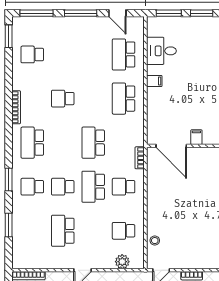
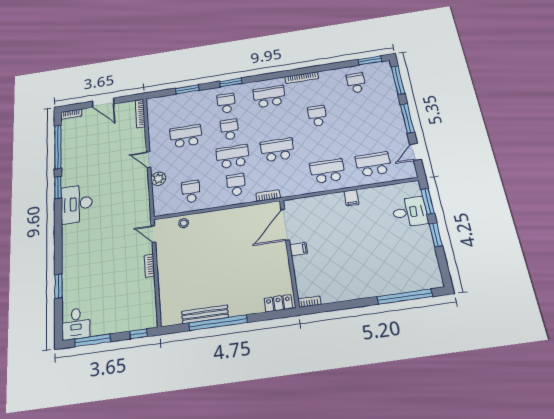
desk: (161, 51) -> (410, 212), moved, turned 90
plant: (122, 262) -> (158, 179), moved

